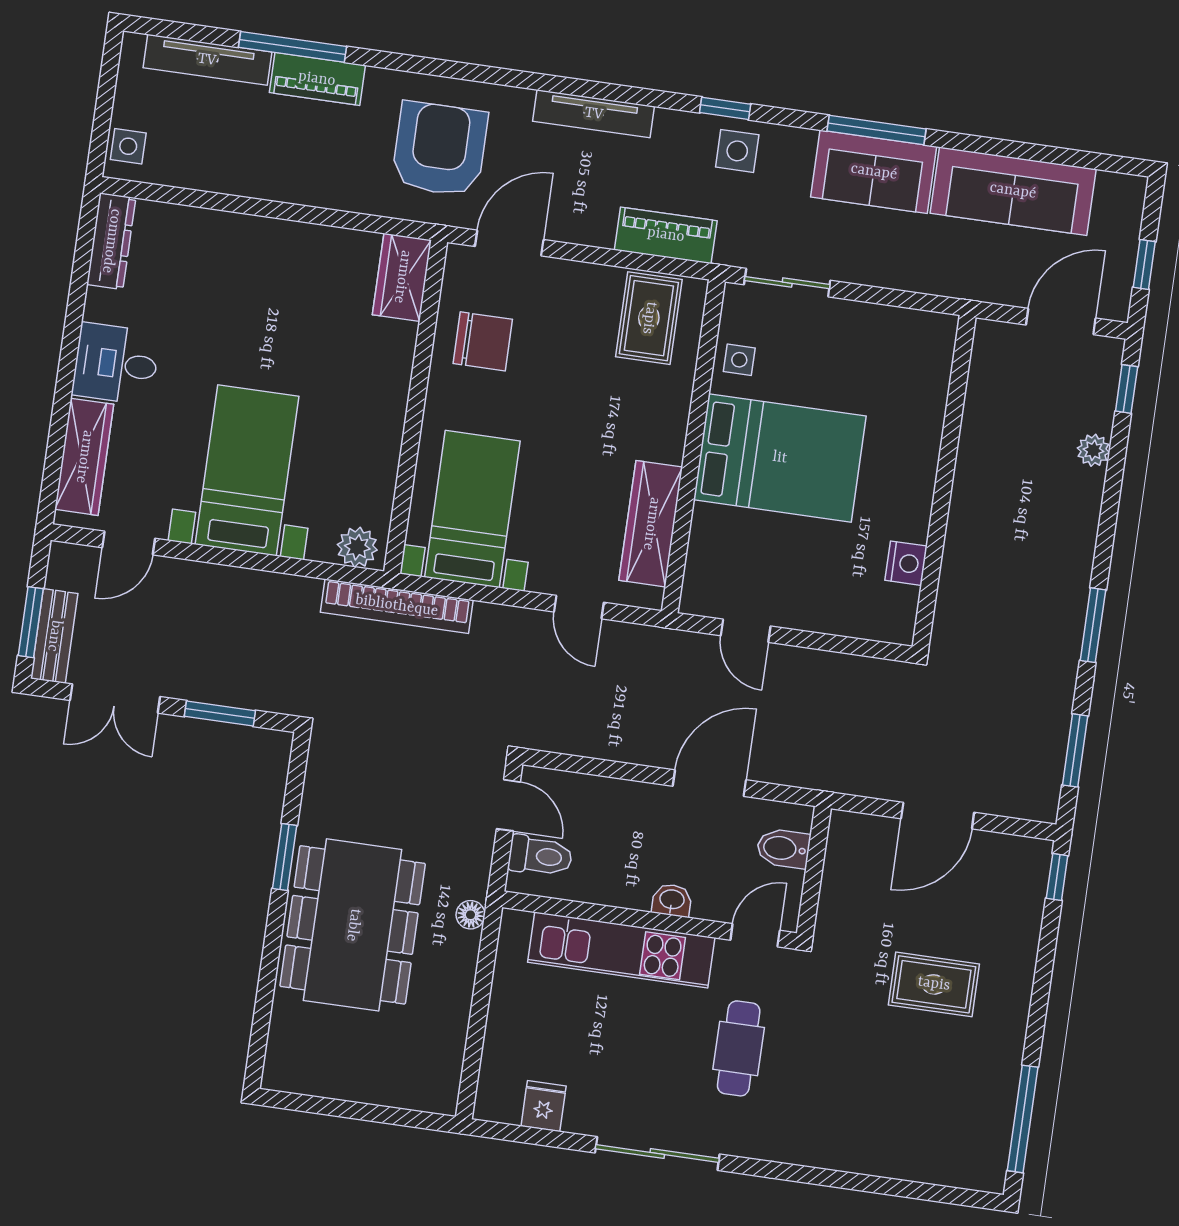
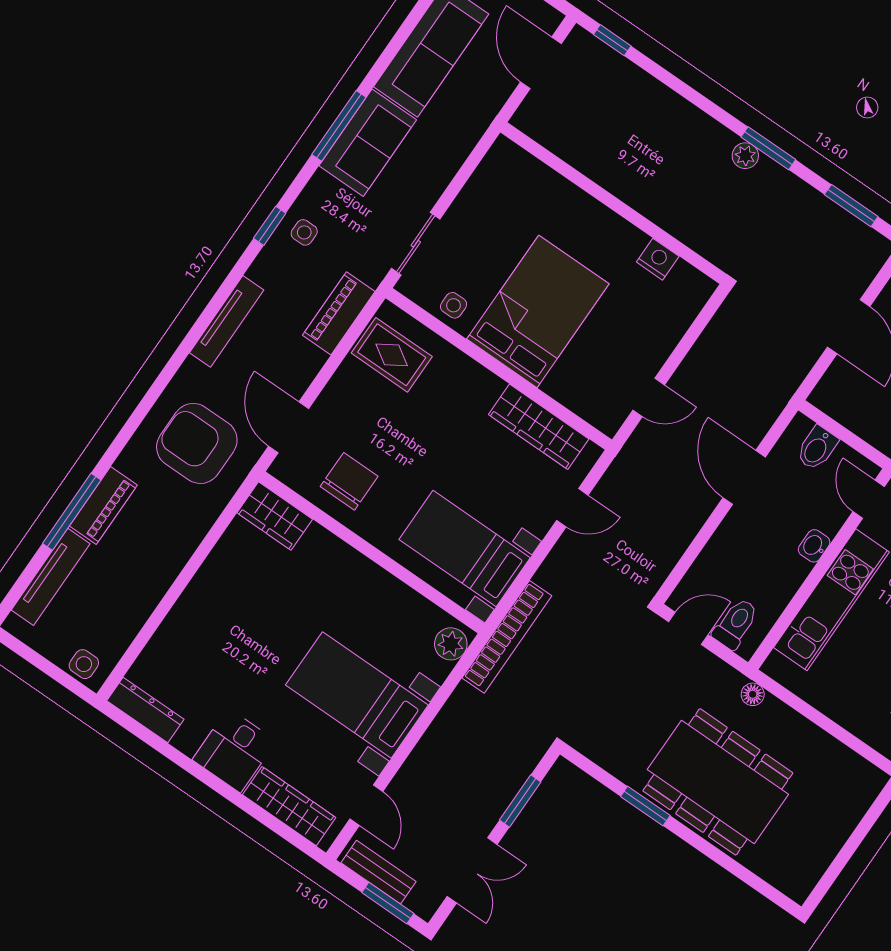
side table: (737, 151) -> (304, 232), width x0.73, depth x0.73
plant: (1093, 450) -> (745, 156), moved
bench: (54, 636) -> (378, 872), moved

